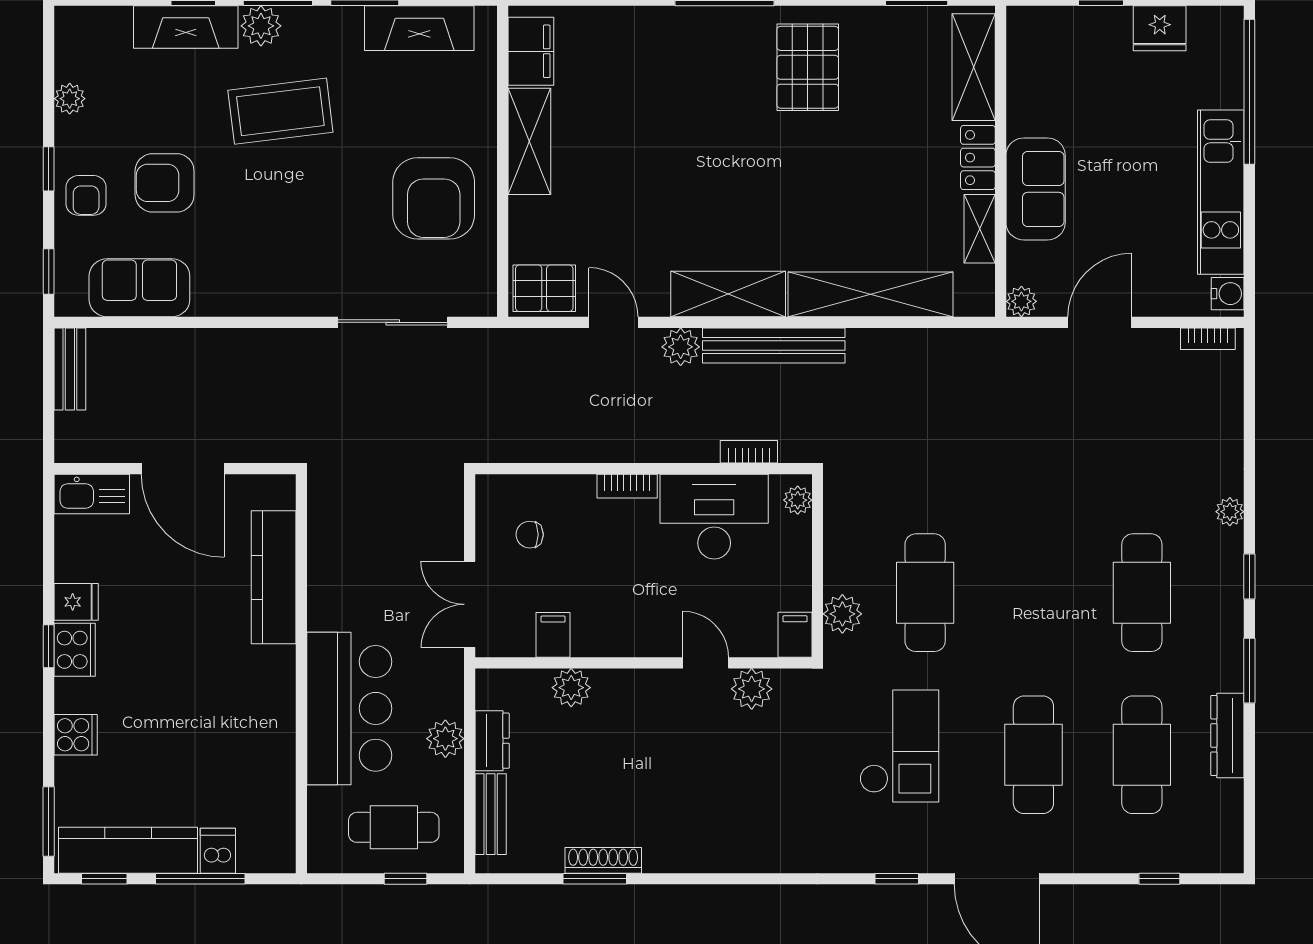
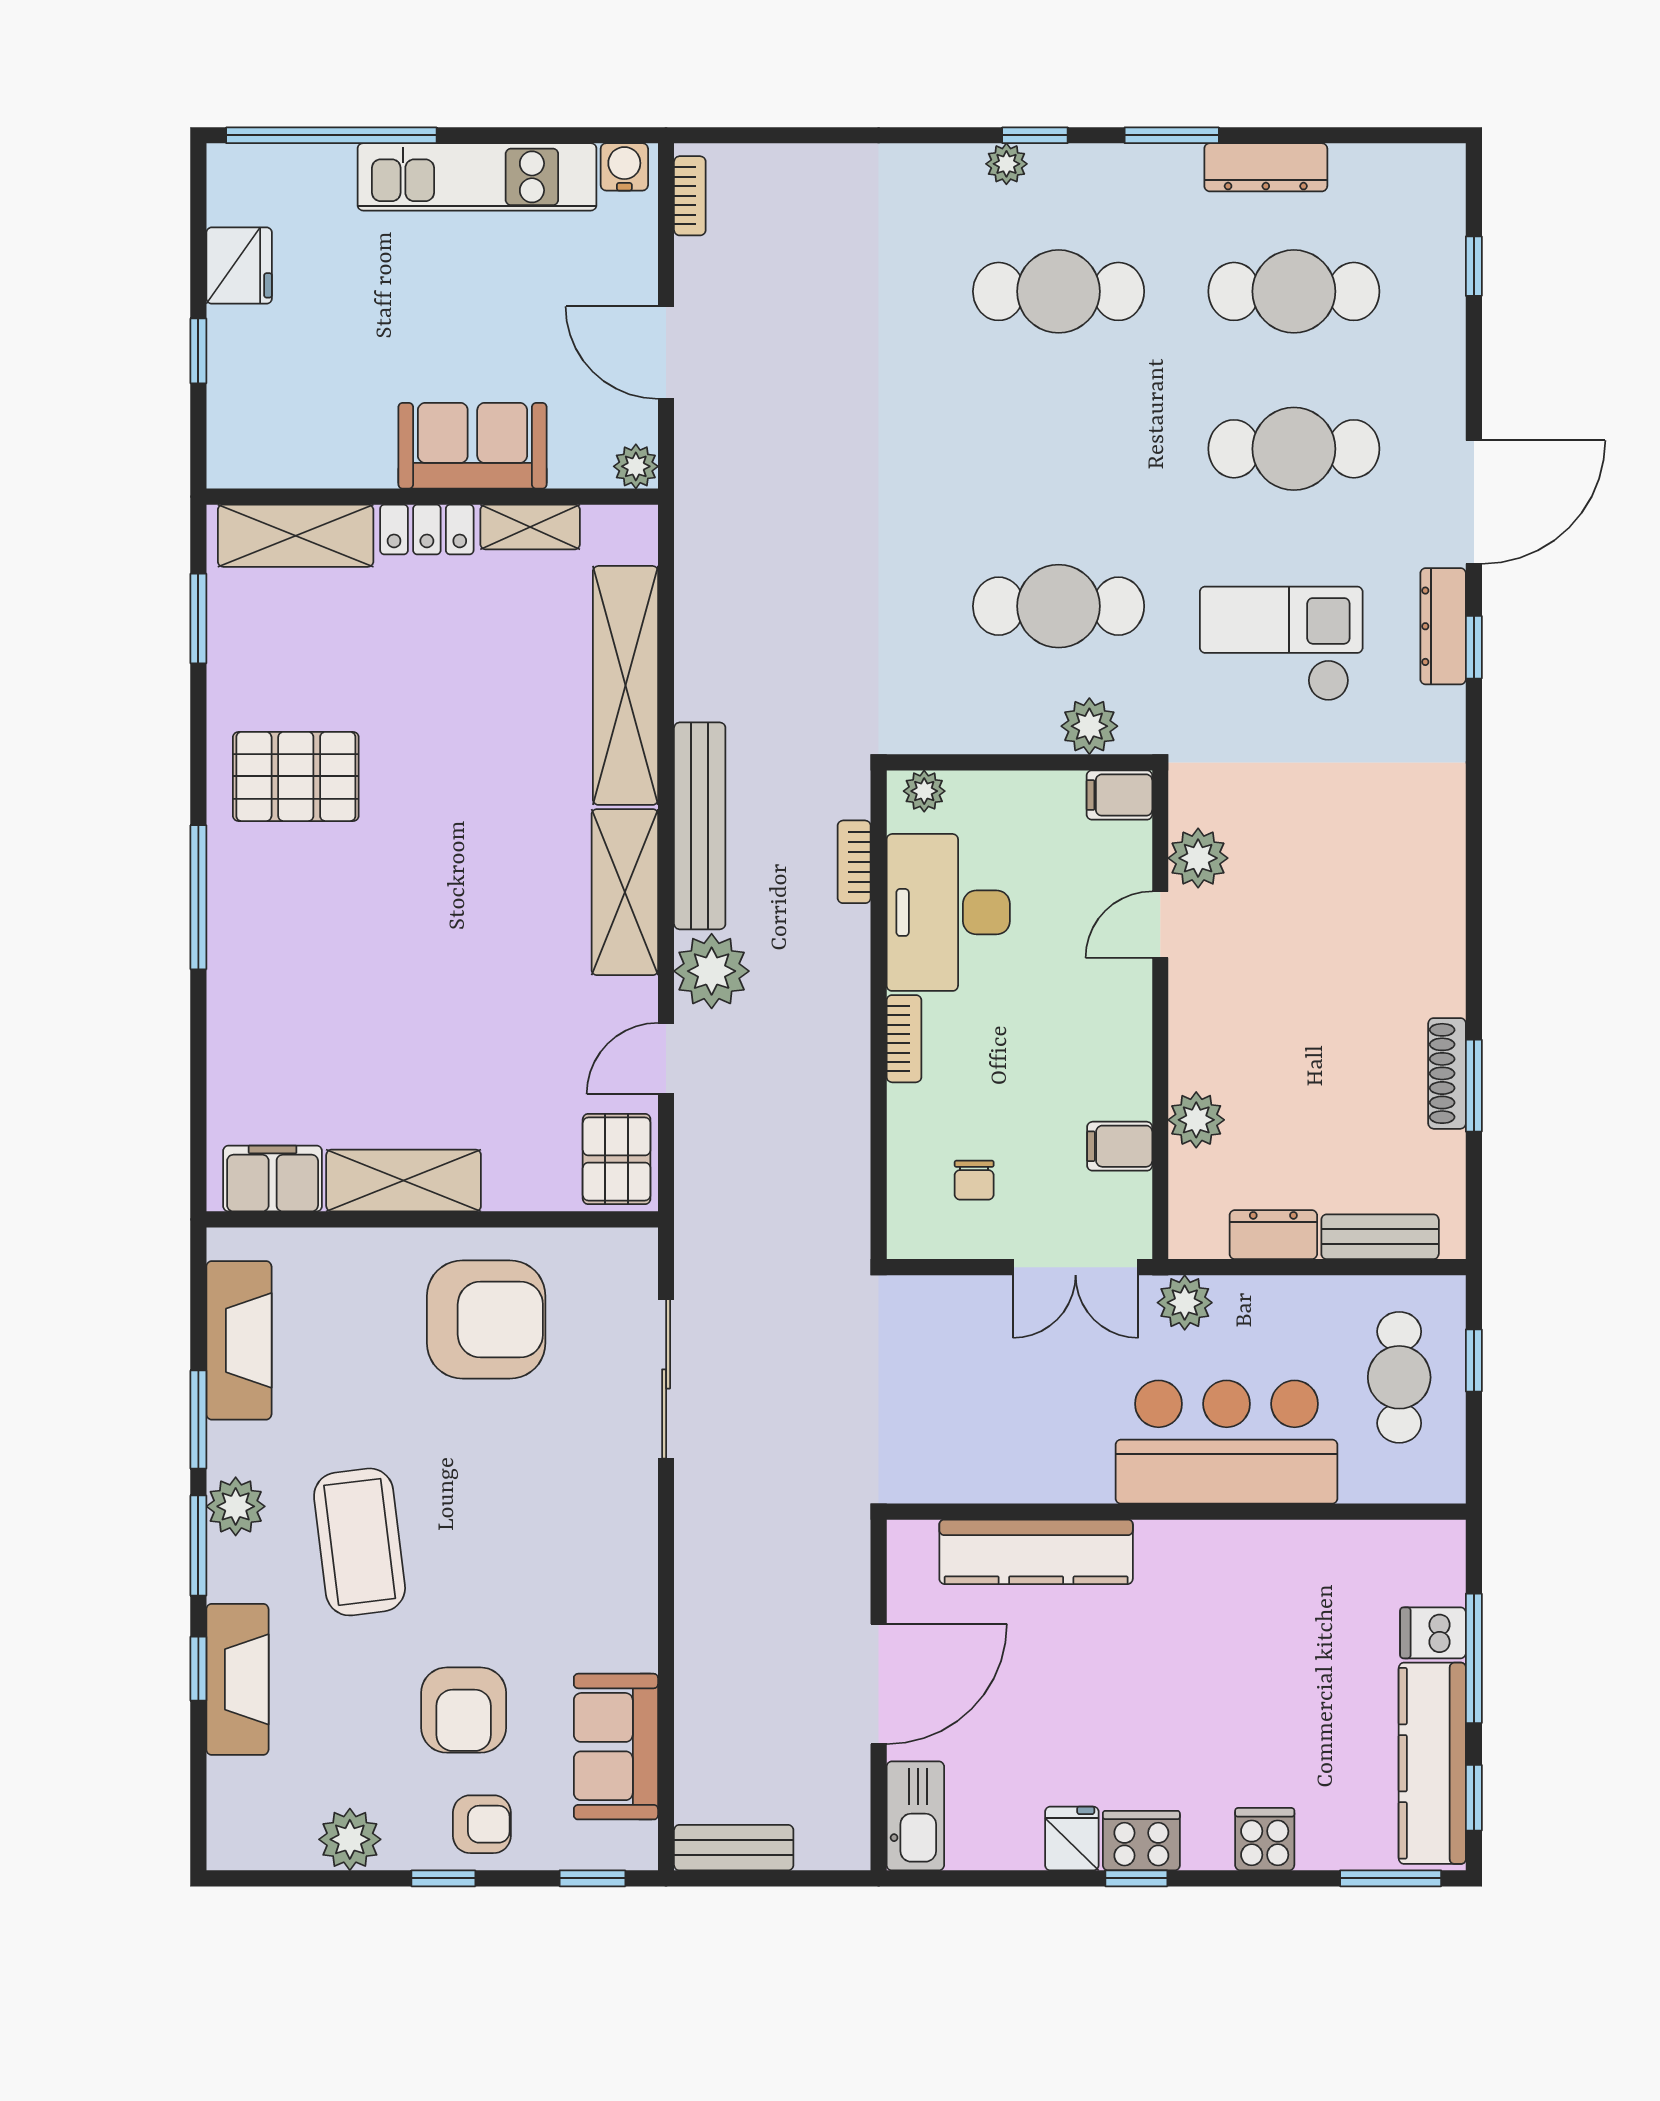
plant: (261, 26) -> (236, 1506), moved
plant: (70, 99) -> (350, 1839), width x1.38, depth x1.38
plant: (681, 347) -> (712, 971), width x1.36, depth x1.36
plant: (1230, 512) -> (1006, 164), moved
plant: (445, 739) -> (1185, 1303), moved
dresser: (911, 858) -> (1443, 626), added

